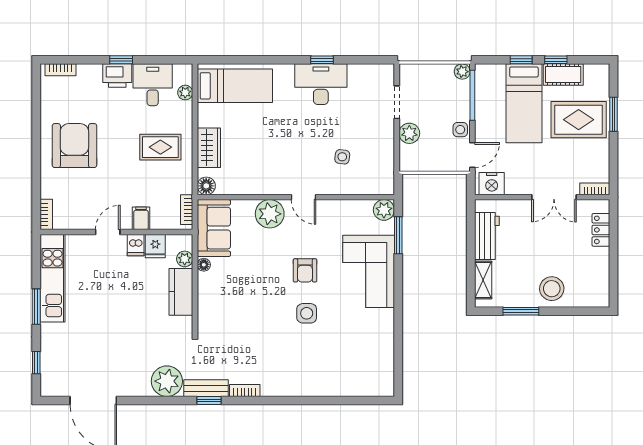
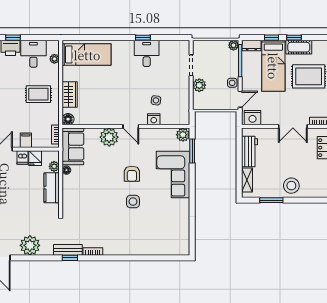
dresser: (490, 72) -> (251, 45), added
desk: (321, 84) -> (147, 53), width x0.73
nightstand: (339, 186) -> (154, 119), added
plant: (167, 381) -> (30, 245), moved

